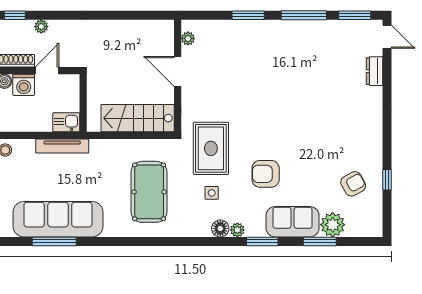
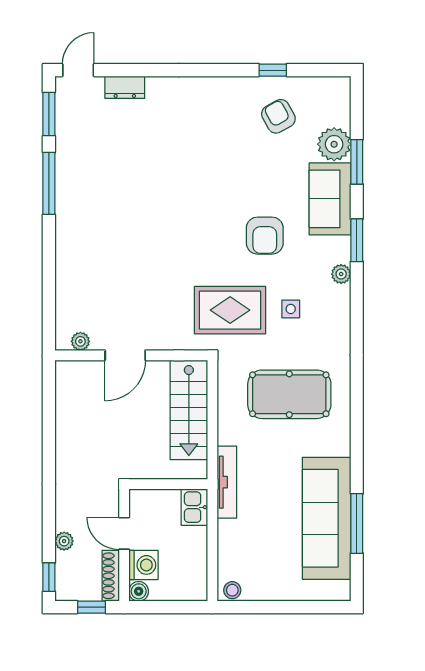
window: (248, 15) -> (49, 259), removed
tv unit: (62, 146) -> (227, 482), moved
floor lamp: (220, 228) -> (339, 297), removed

